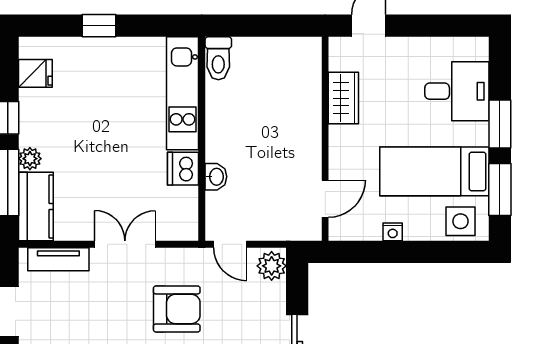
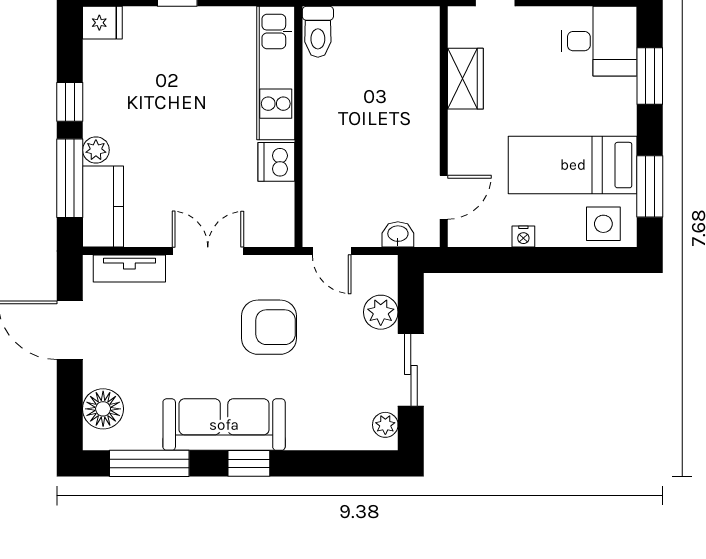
fridge: (35, 73) -> (102, 23), moved
desk: (457, 91) -> (599, 41), moved
window: (500, 124) -> (650, 76), moved
washbasin: (216, 177) -> (398, 234), moved, turned -90
plant: (272, 266) -> (381, 312), moved

